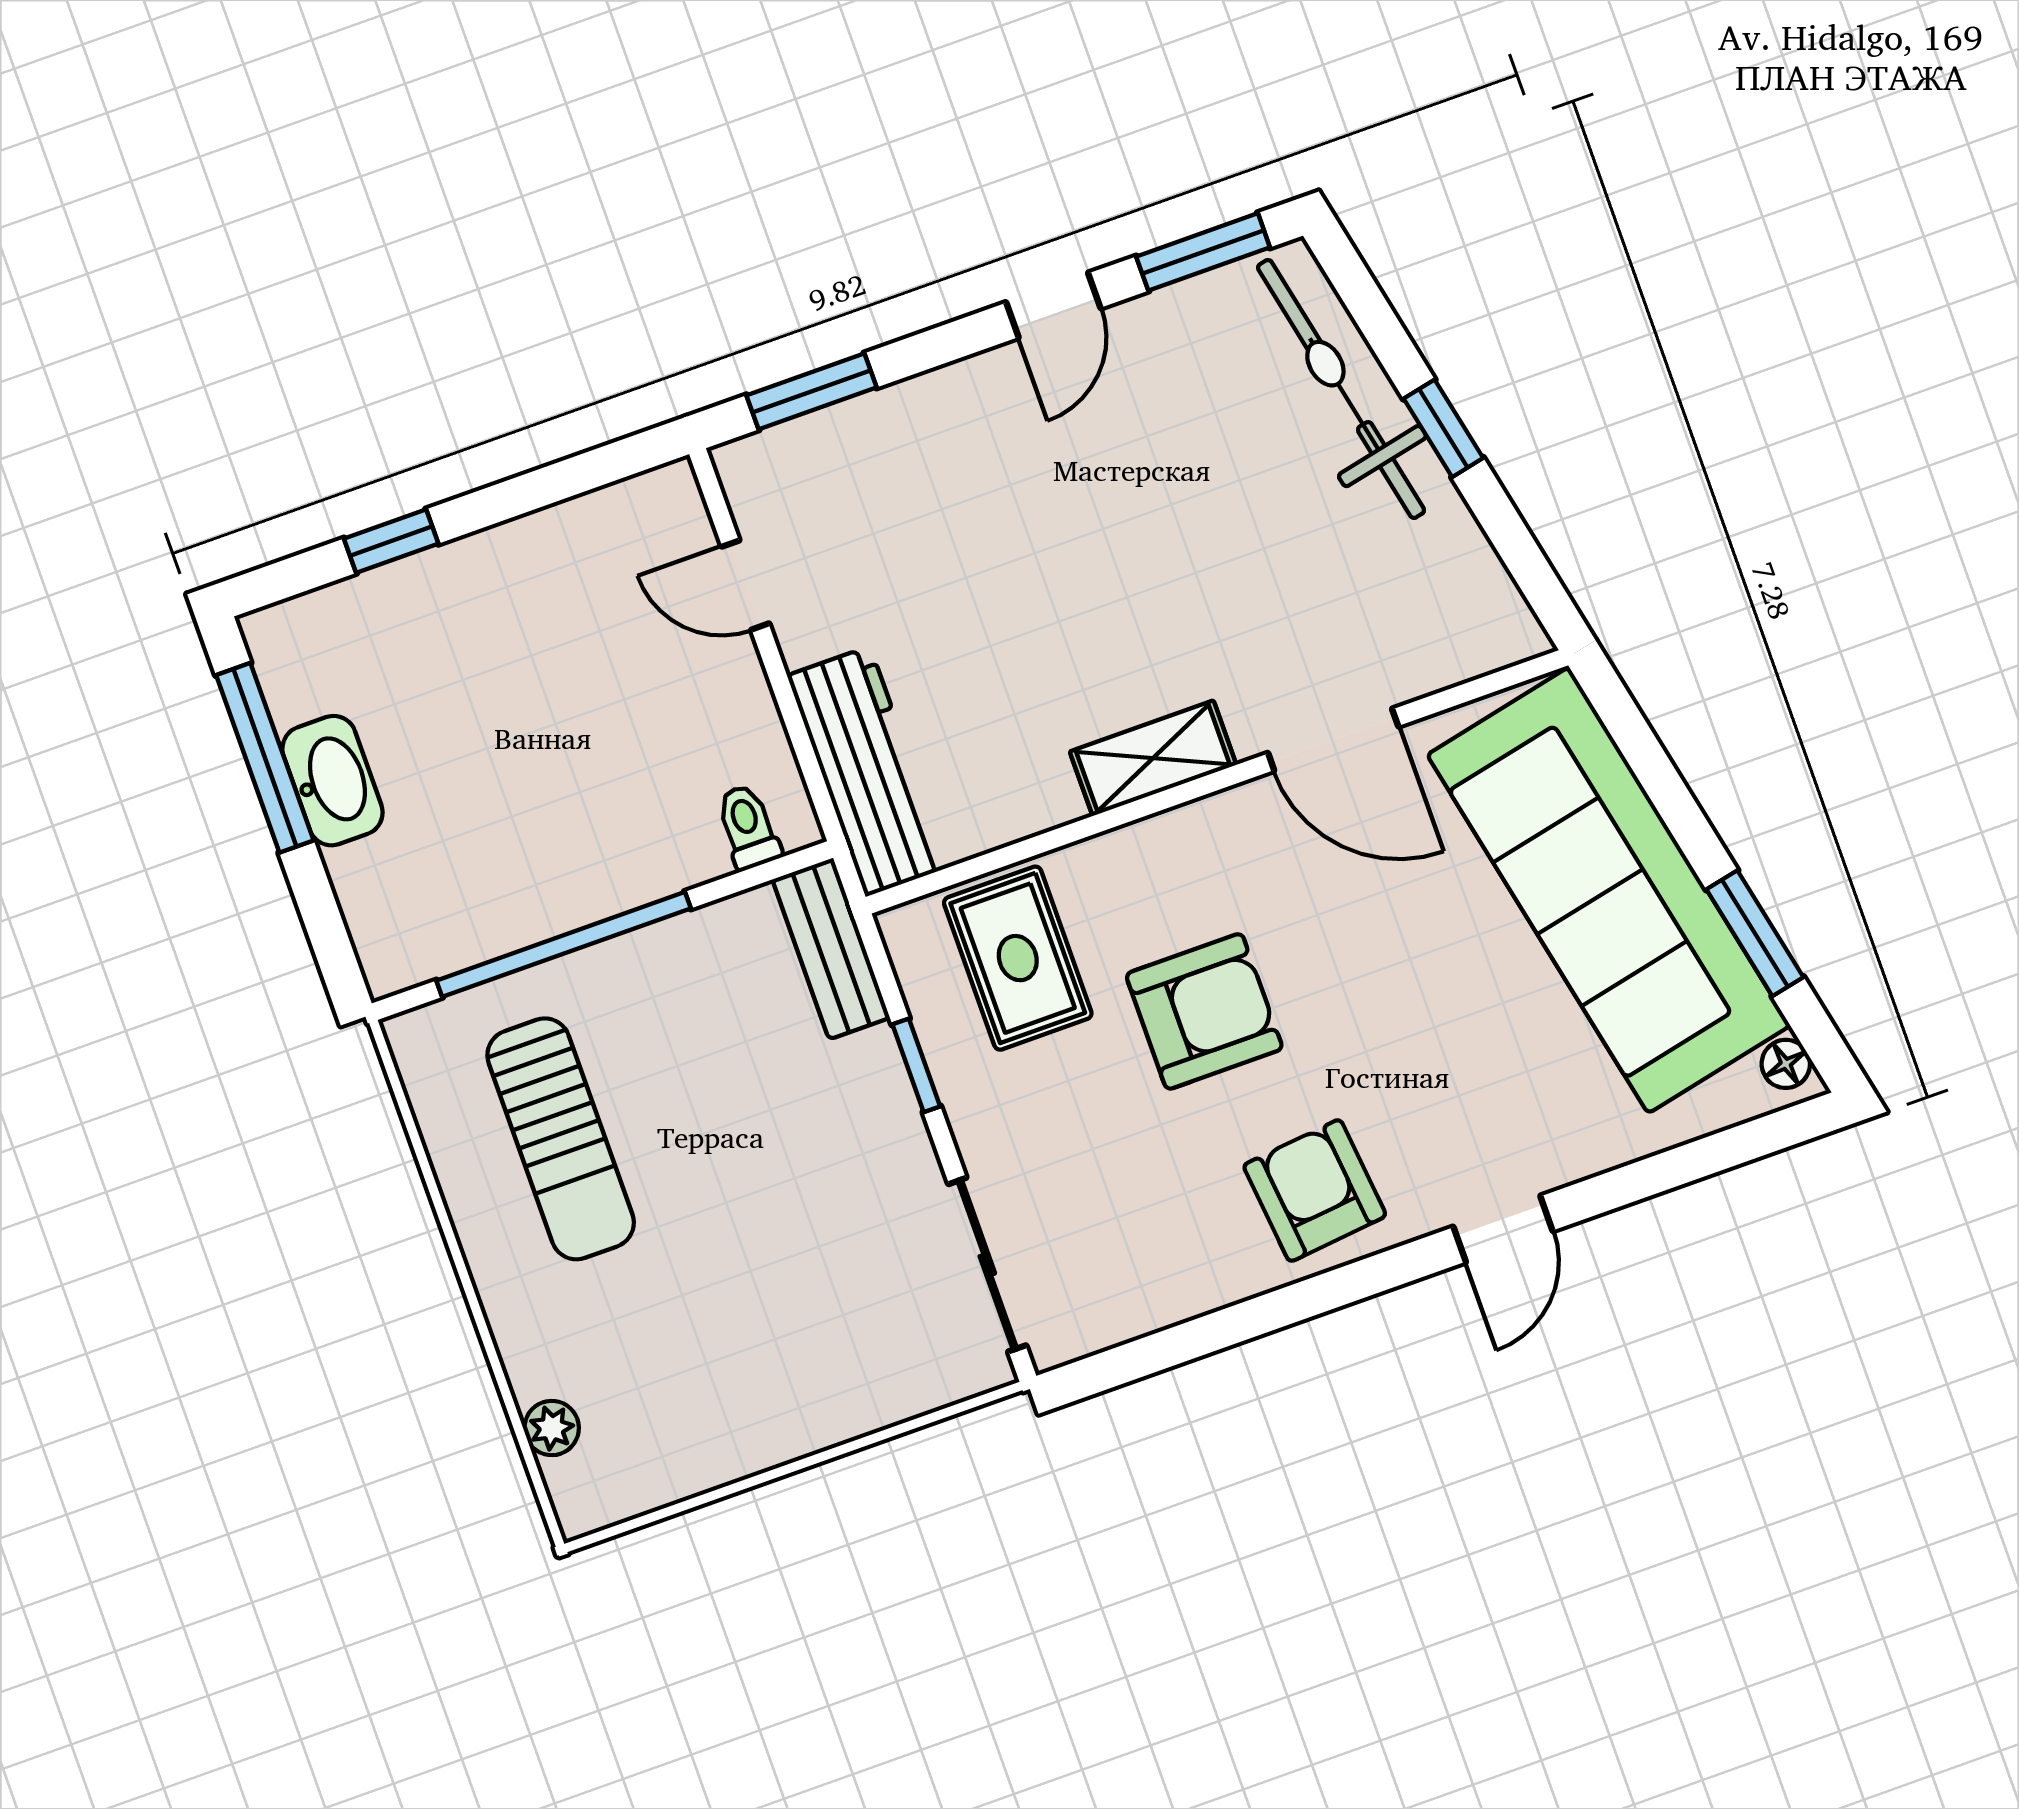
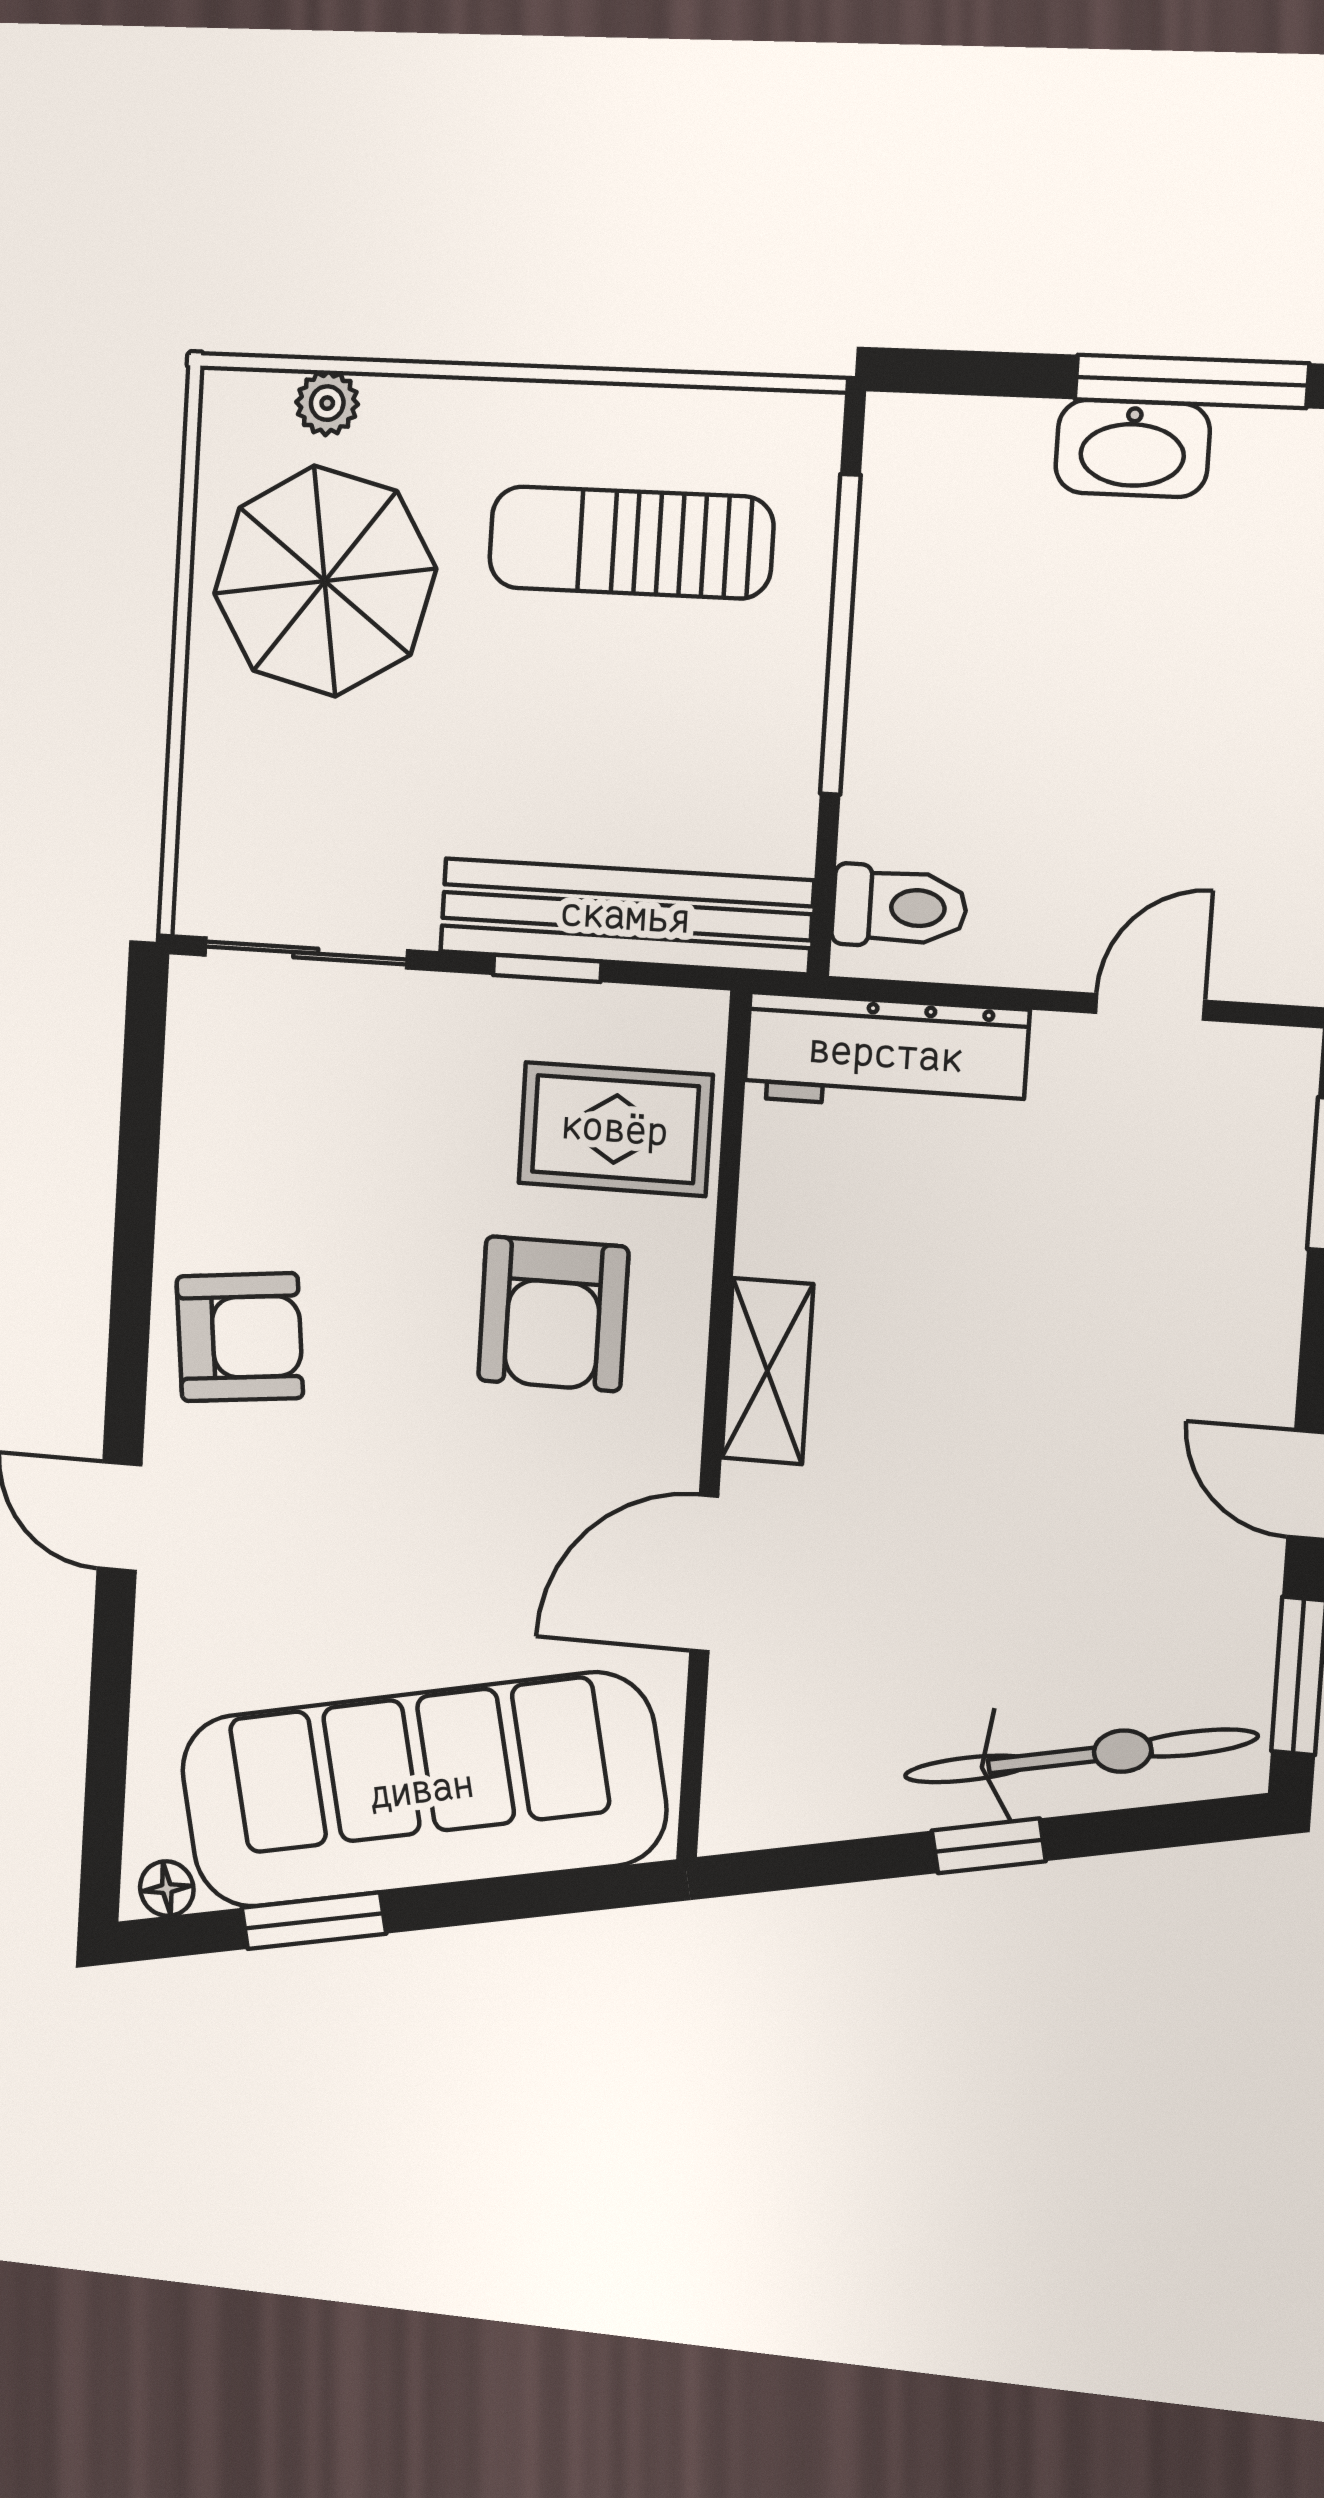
toilet: (748, 827) -> (899, 907), width x1.37, depth x1.39
bench: (831, 949) -> (626, 916), width x1.86, depth x1.21
armchair: (1204, 1011) -> (553, 1314), moved
parasol: (690, 1372) -> (325, 581), added

